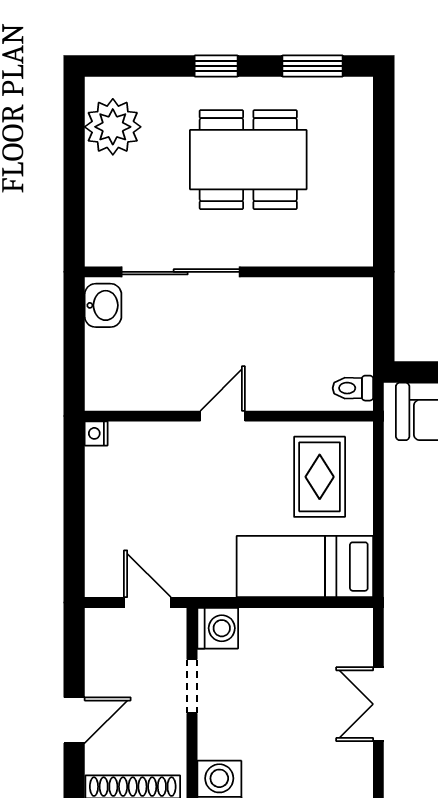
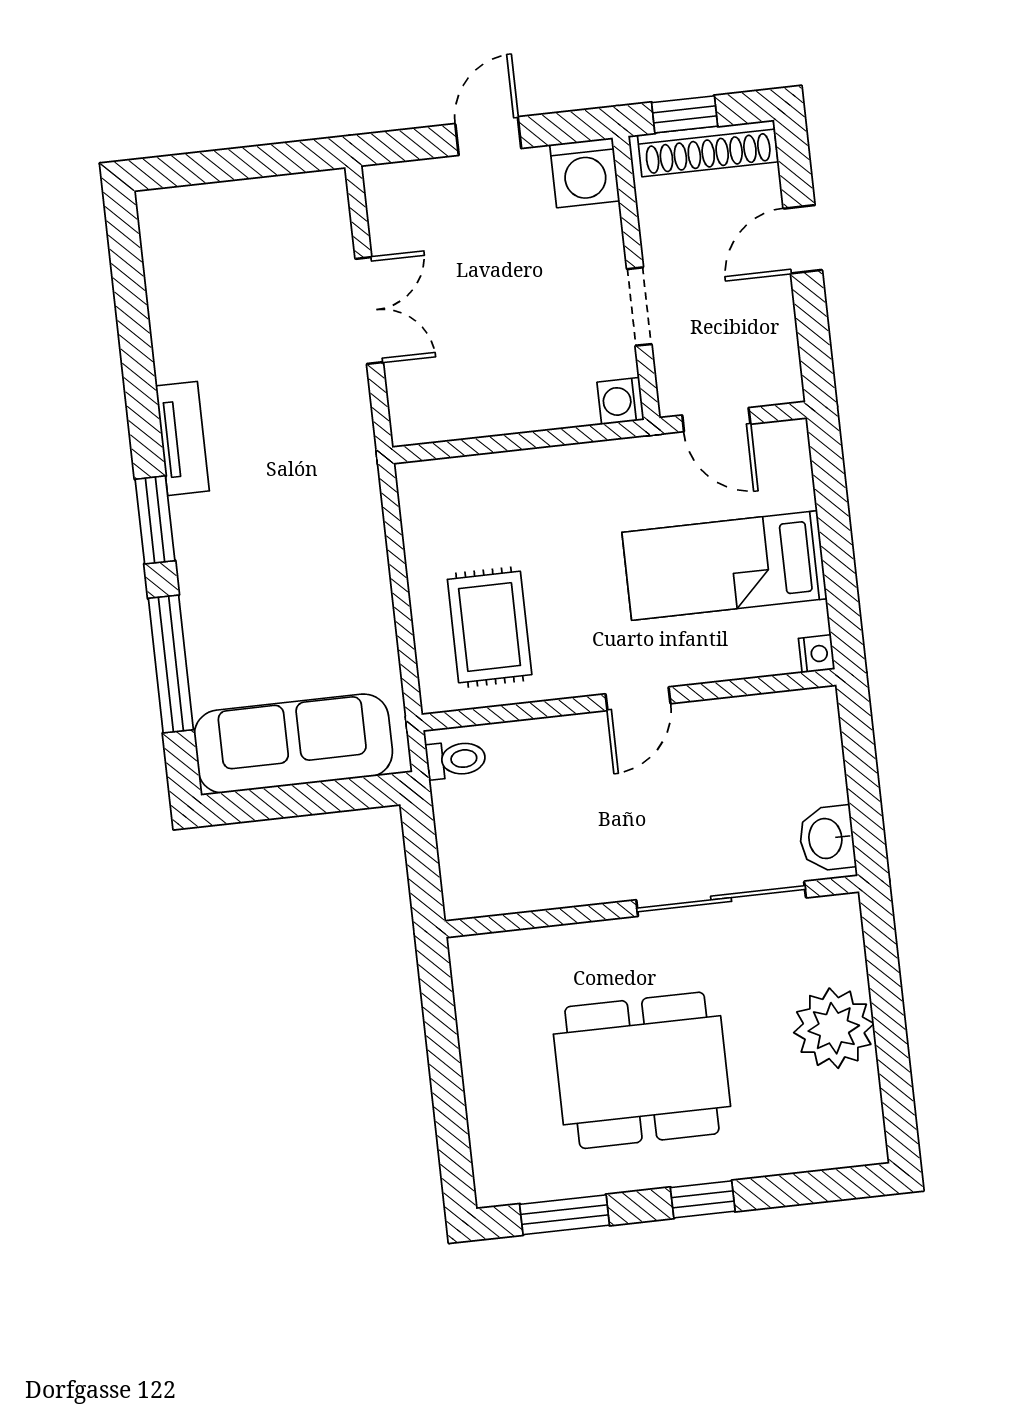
plant: (113, 127) -> (834, 1028), moved
bed: (305, 567) -> (724, 565), moved, turned 180
washing machine: (218, 628) -> (620, 401), width x0.73, depth x0.73

